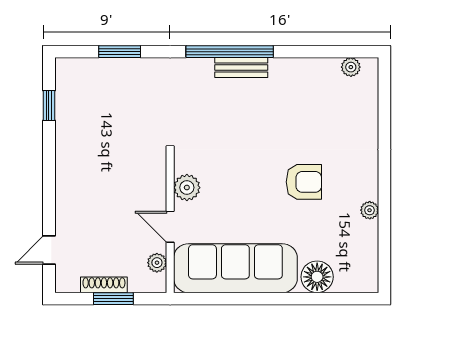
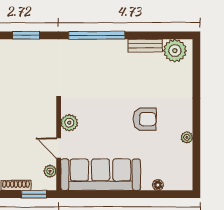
plant: (351, 67) -> (175, 51), width x1.87, depth x1.87
bench: (241, 68) -> (145, 46), moved
floor lamp: (317, 277) -> (158, 185), width x0.53, depth x0.53
window: (113, 299) -> (34, 194), moved

